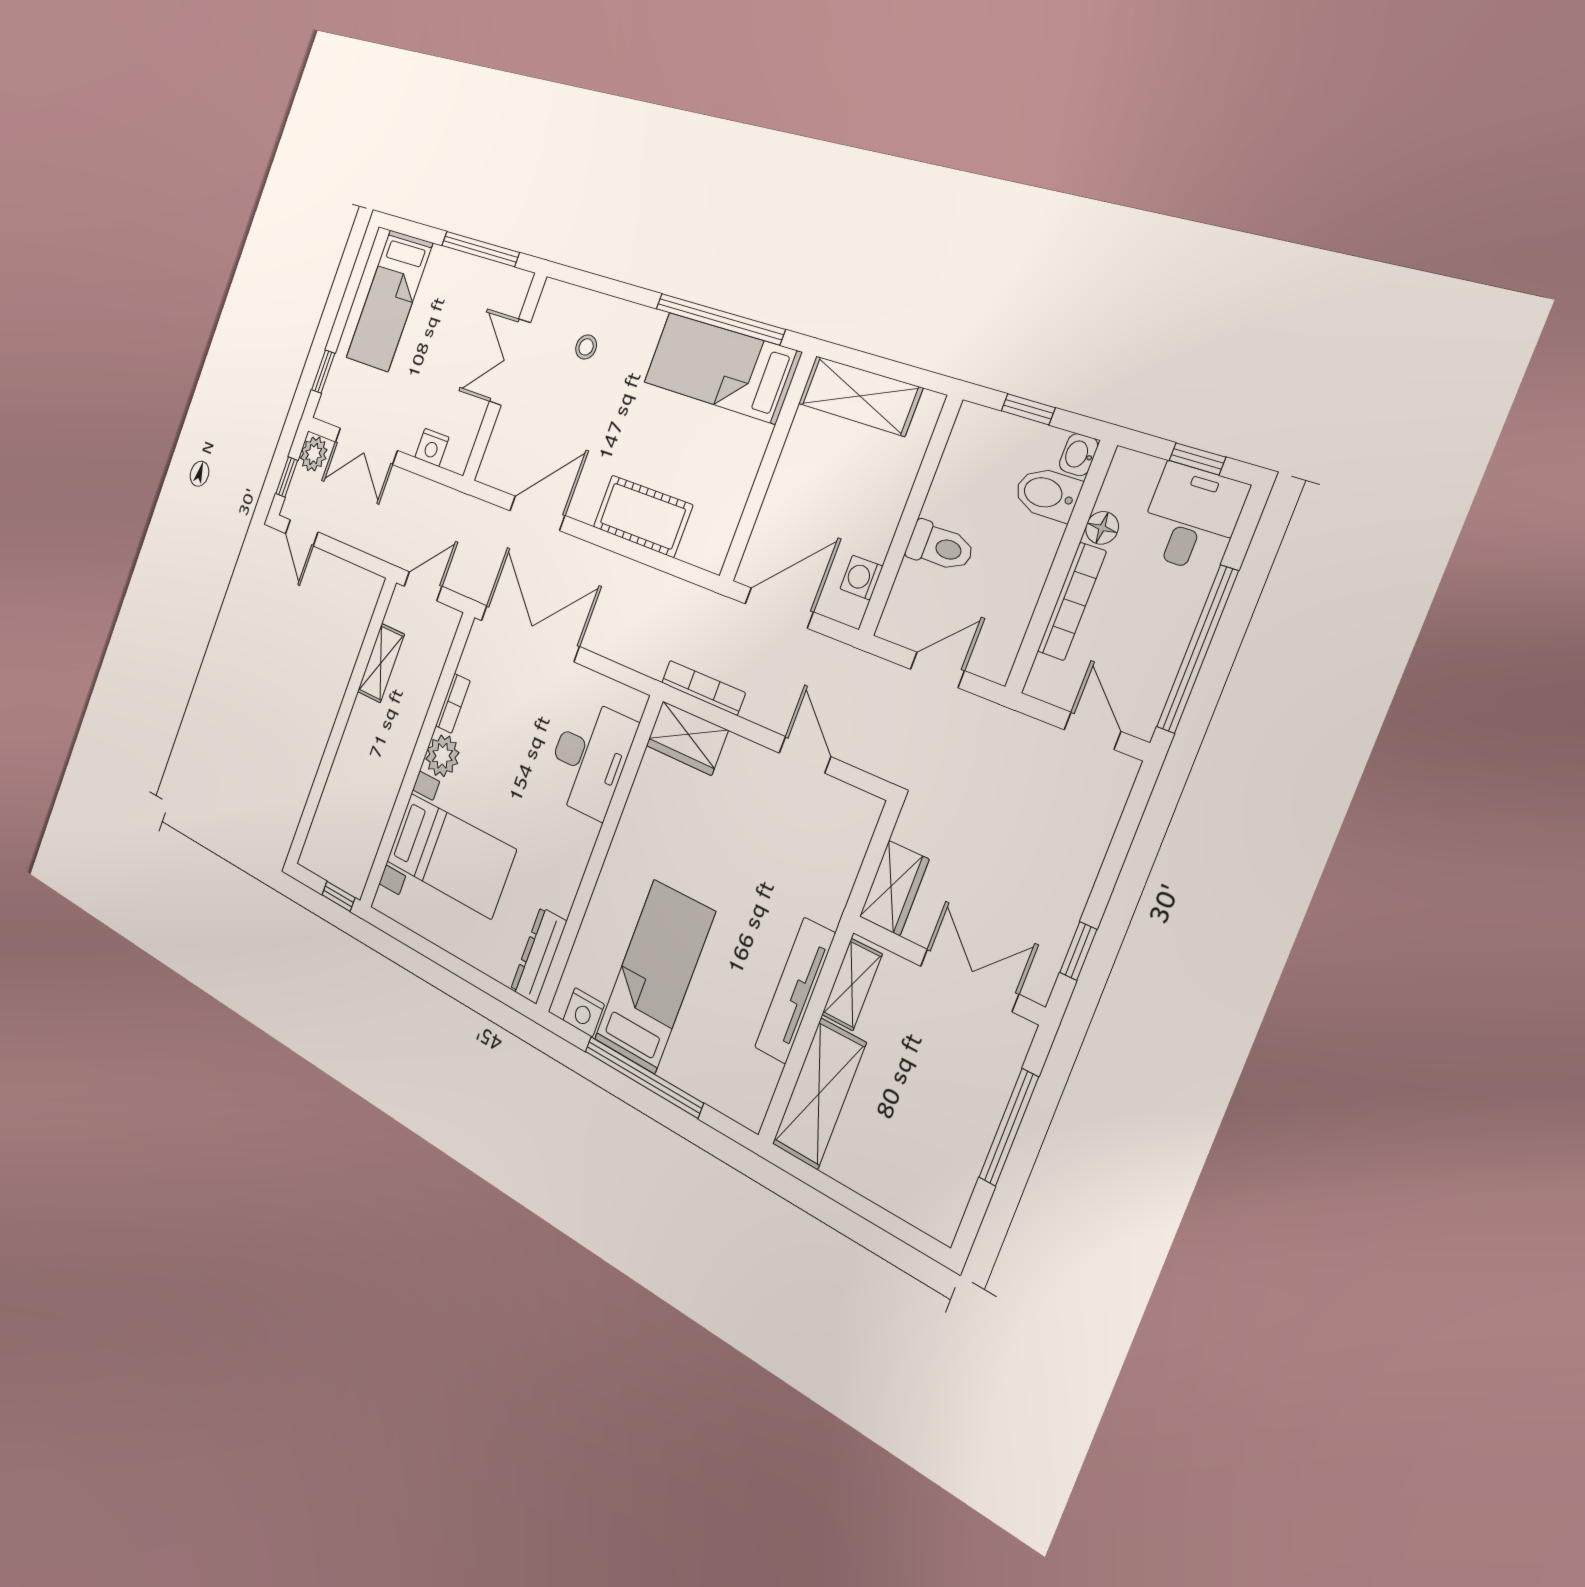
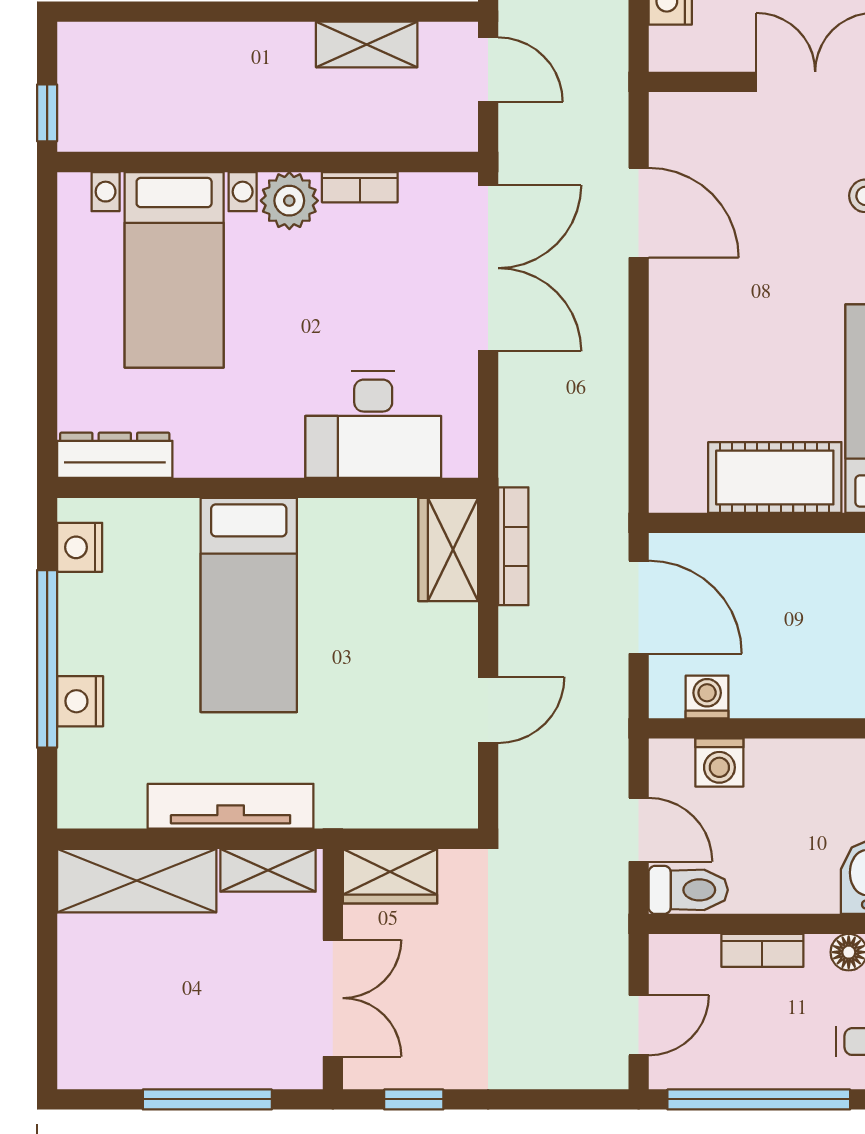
cot: (643, 516) -> (775, 477), moved, turned 90
toilet: (940, 547) -> (688, 890), moved, turned -90
washing machine: (912, 585) -> (719, 763), added
bookcase: (1072, 601) -> (762, 950), width x0.64
bed: (654, 976) -> (249, 605), moved, turned 90
nightstand: (680, 1068) -> (80, 701), added

